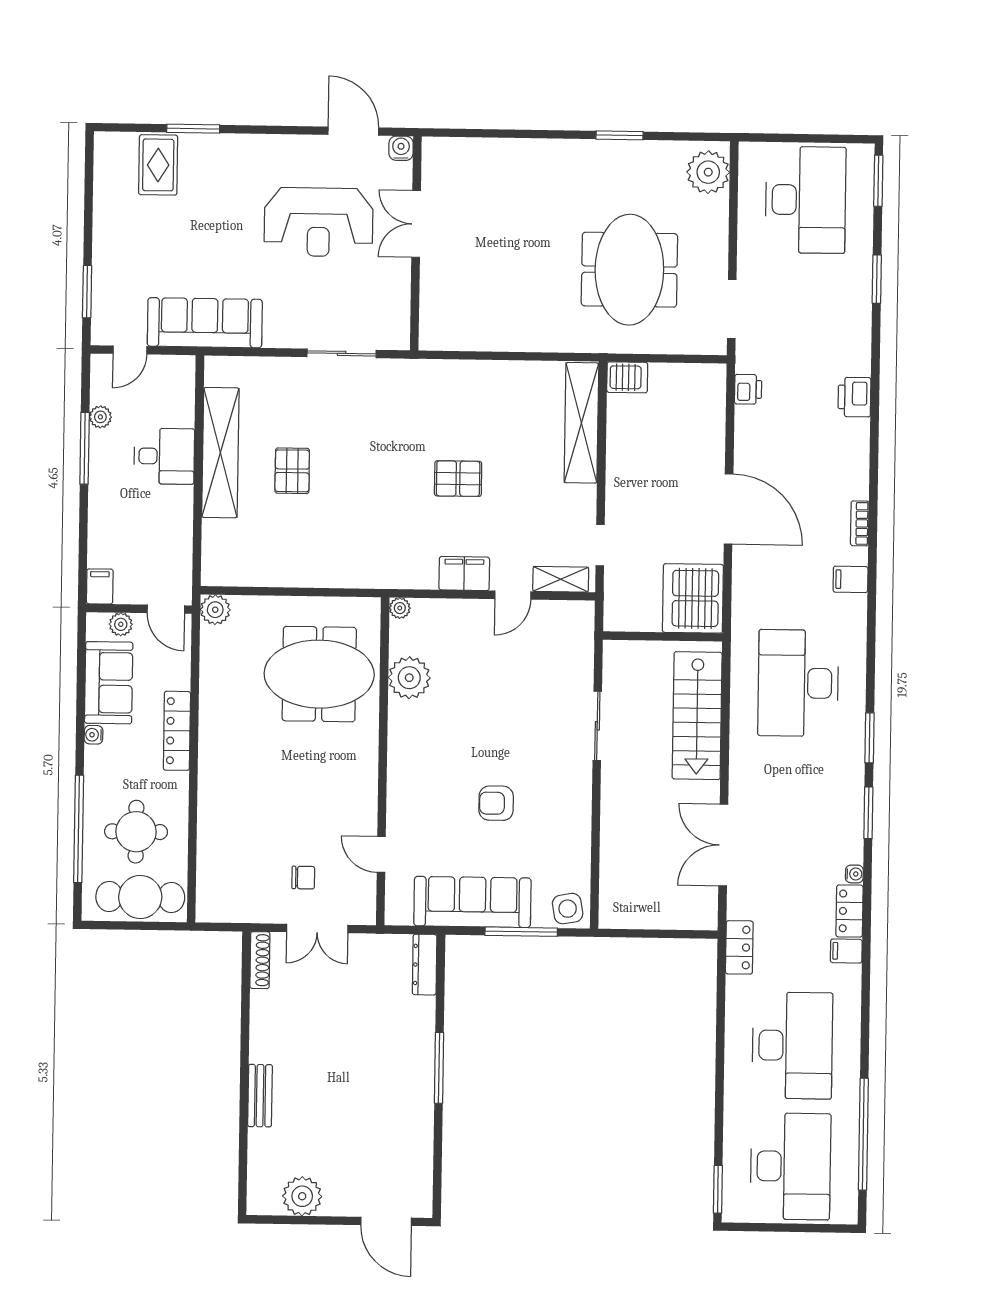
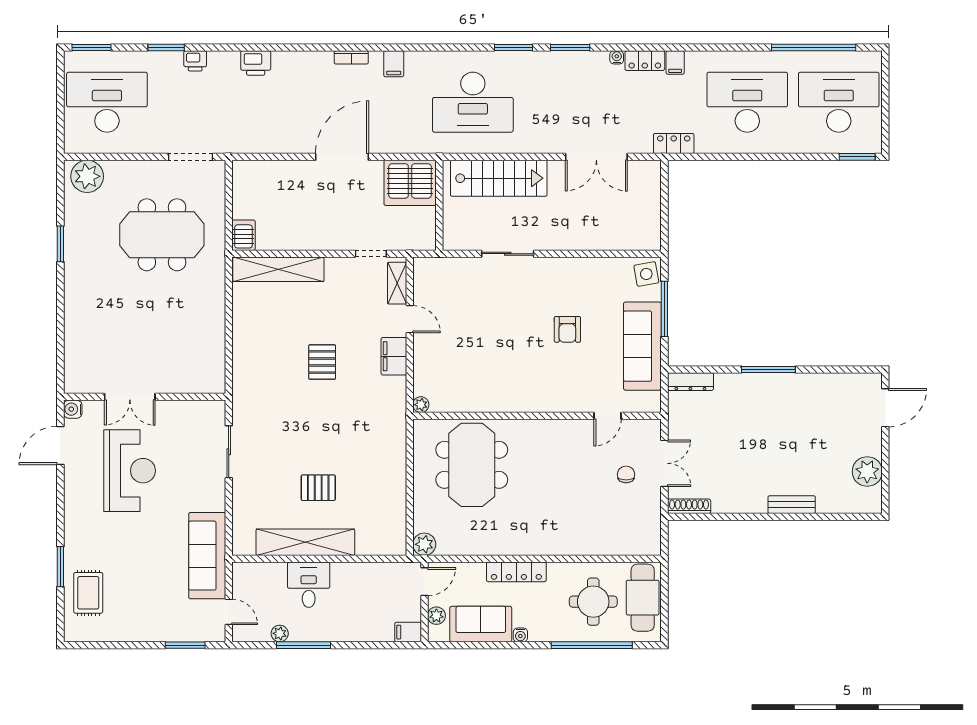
rug: (158, 165) -> (88, 593), turned 90
printer: (748, 389) -> (195, 61), moved, turned 180
plant: (409, 678) -> (473, 397), removed

